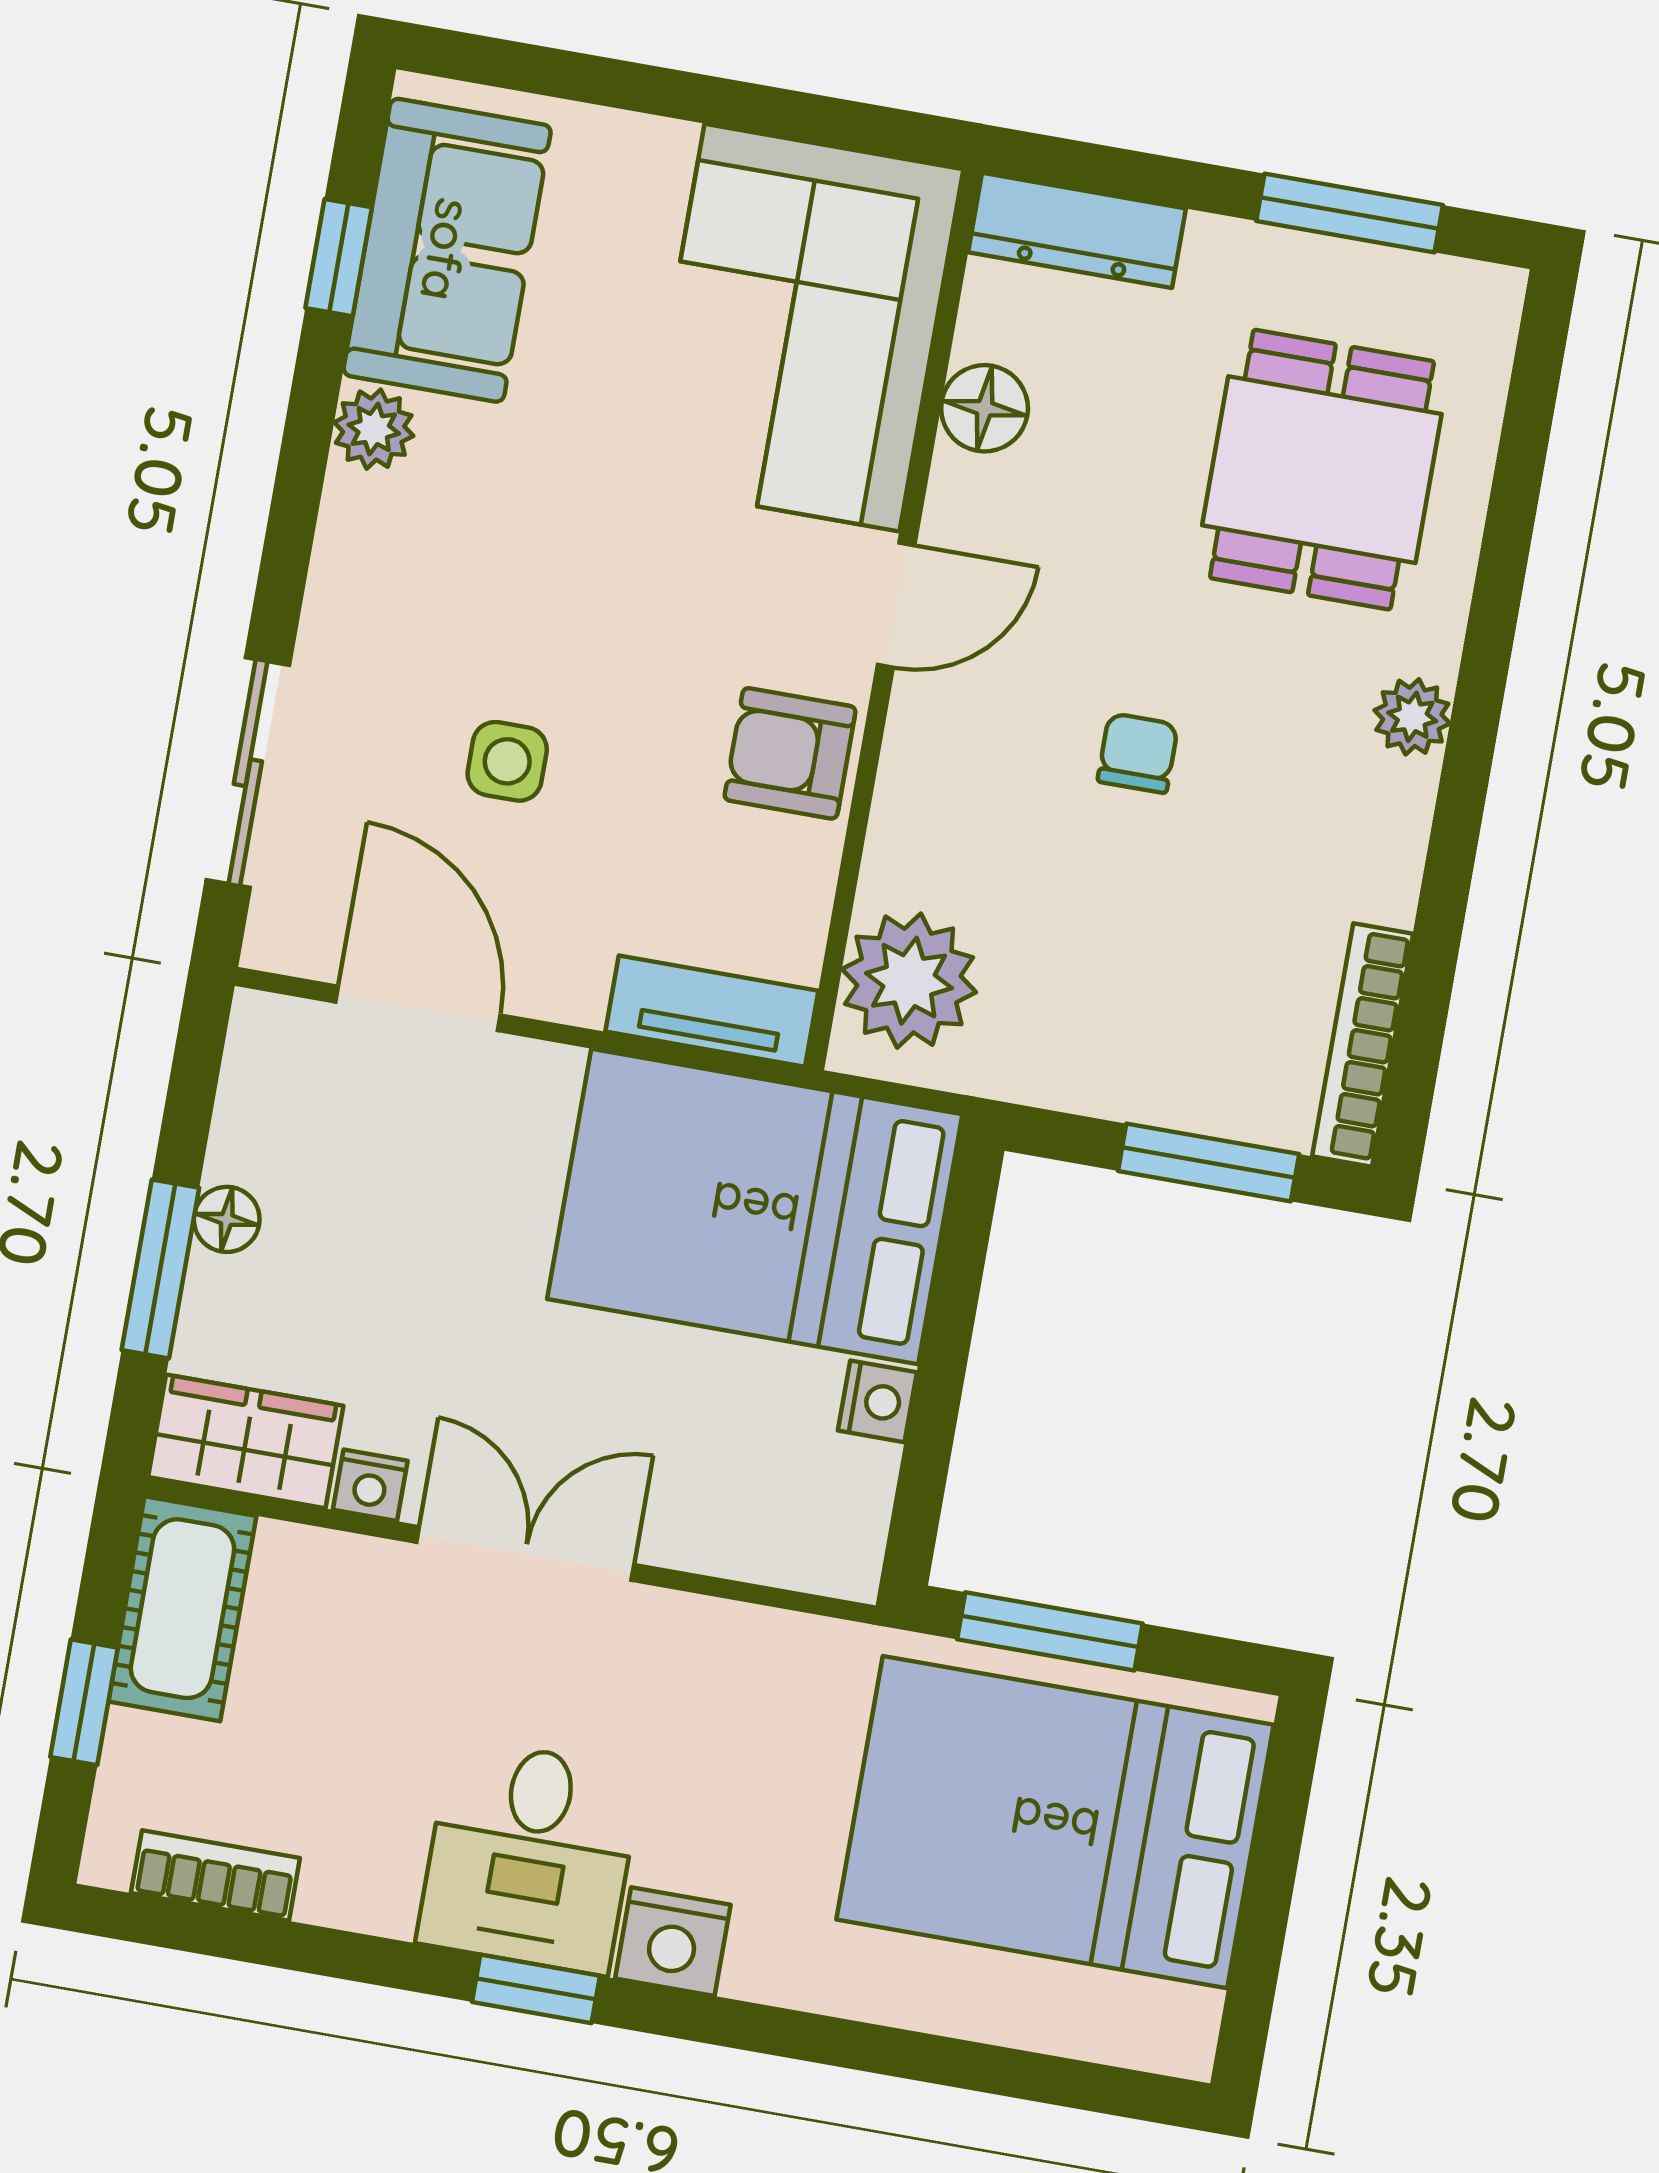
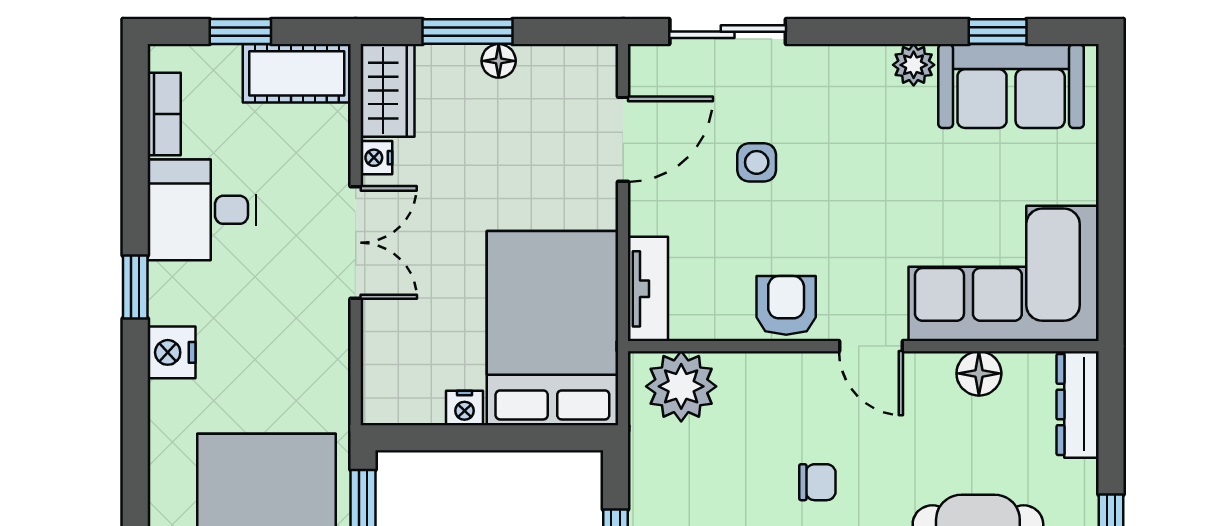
desk: (529, 1856) -> (202, 210), moved

